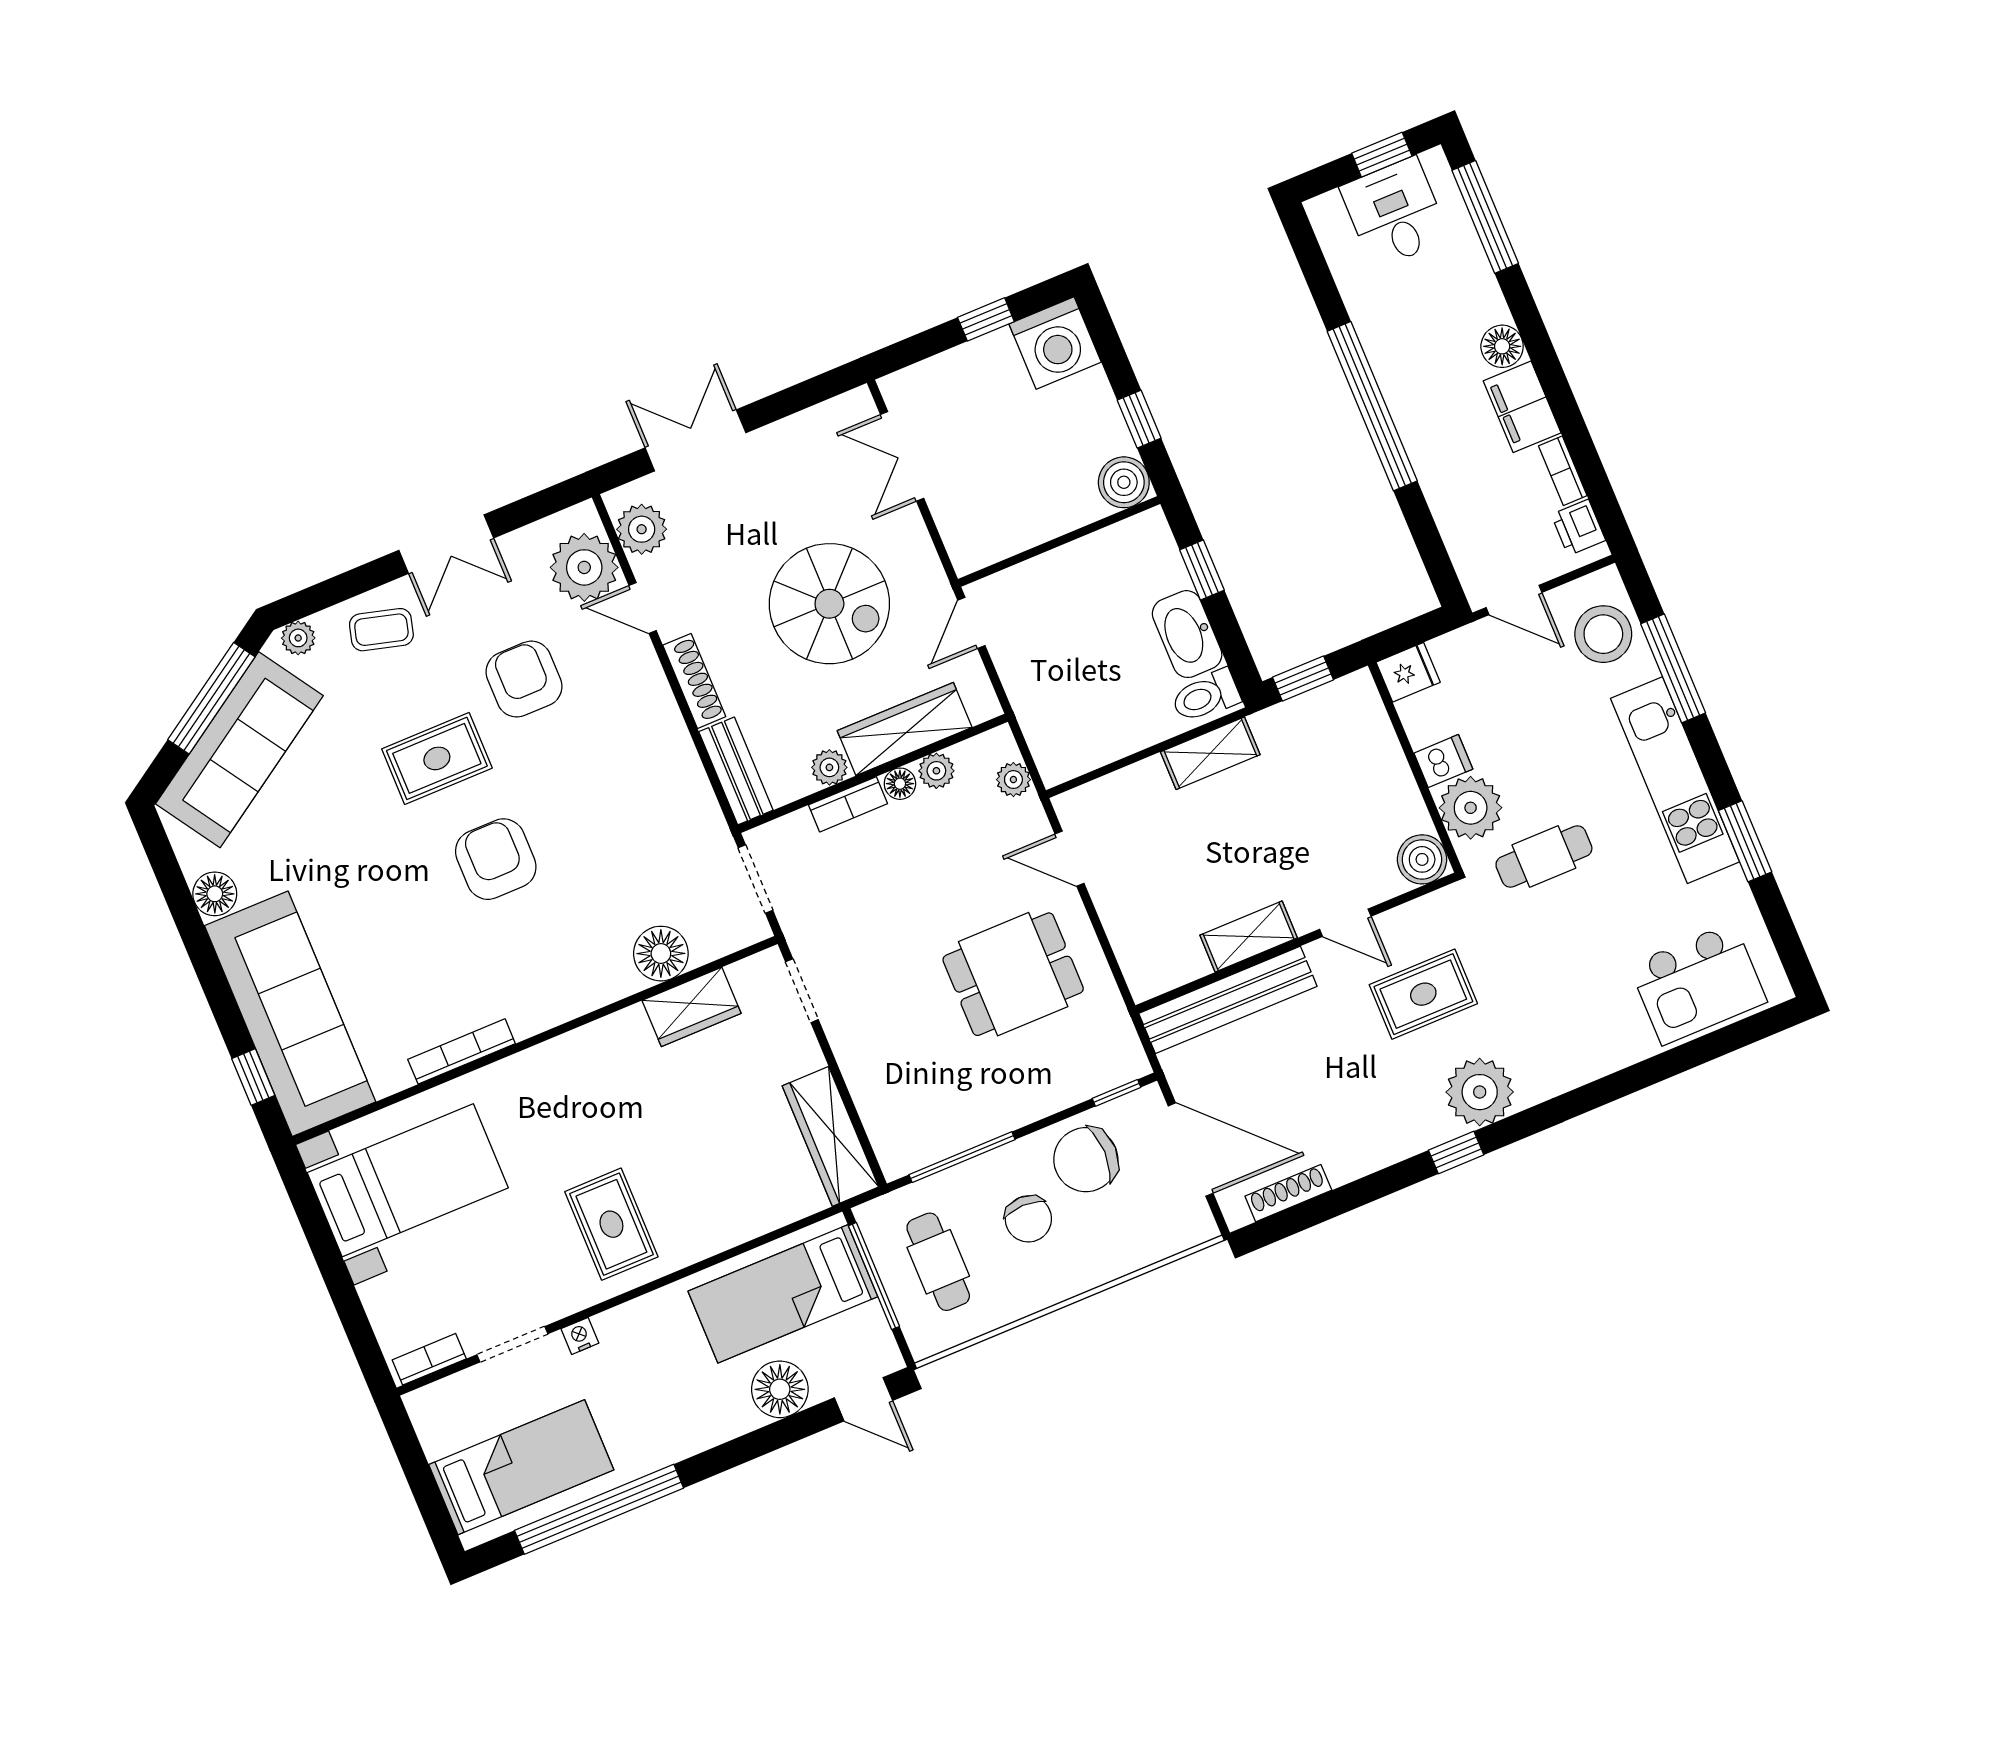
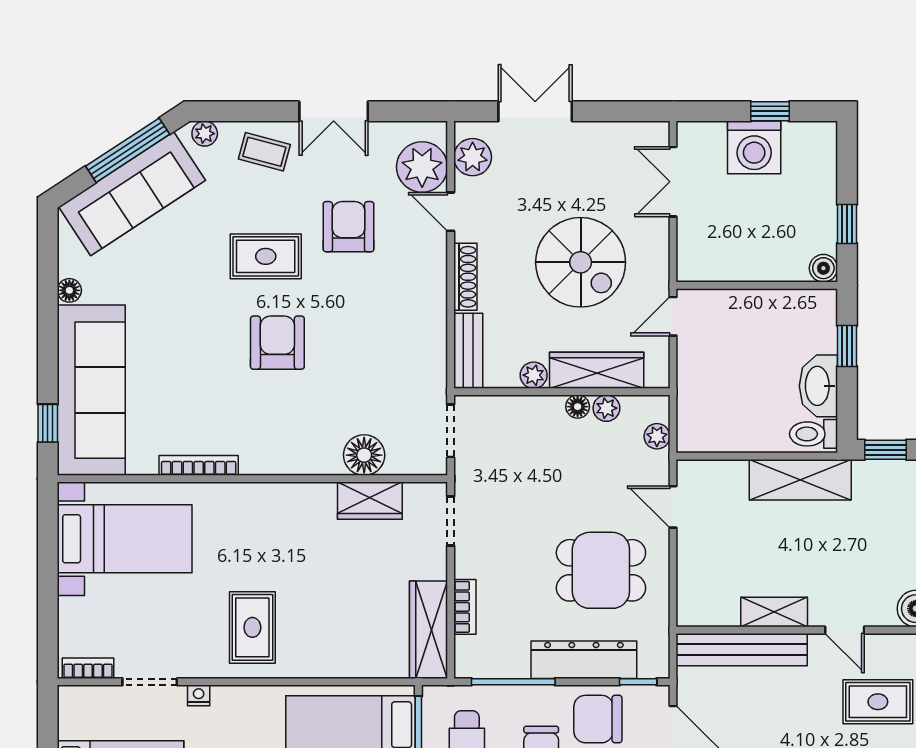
washing machine: (1055, 343) -> (754, 147), moved
boiler: (1124, 482) -> (823, 268), width x0.73, depth x0.73
shelving: (1210, 753) -> (800, 480), width x1.50, depth x1.33
bookcase: (848, 804) -> (465, 607), moved, turned -90
floor lamp: (215, 894) -> (69, 290), width x0.73, depth x0.73
dresser: (1038, 1093) -> (584, 660), added

